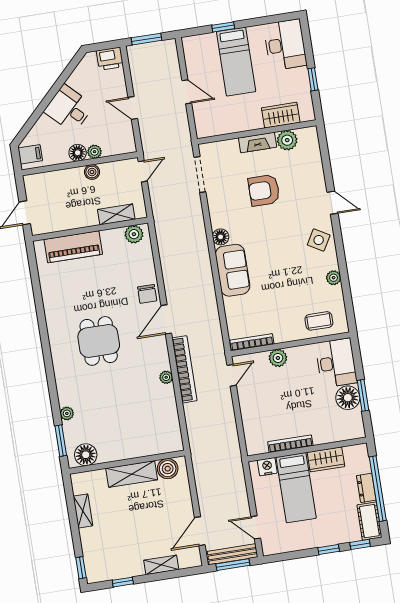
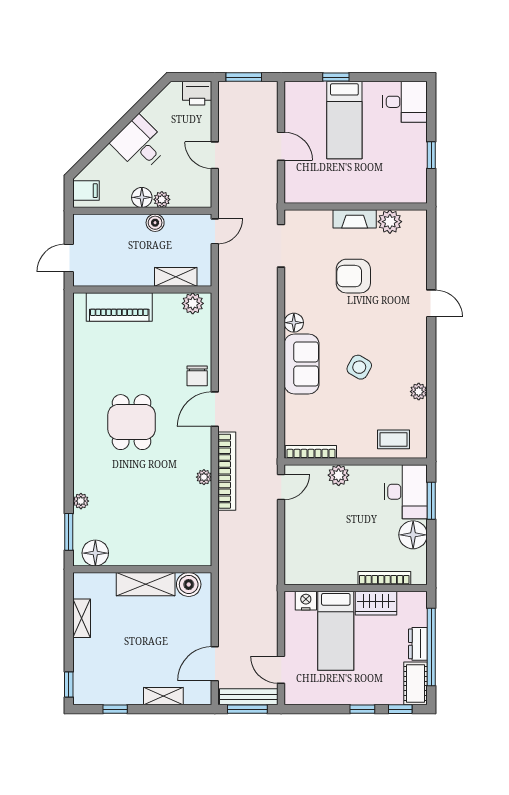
desk: (285, 45) -> (405, 102), width x0.73
wardrobe: (281, 115) -> (387, 191), removed
side table: (319, 240) -> (359, 367), moved
window: (363, 395) -> (431, 501), moved
bookcase: (290, 444) -> (384, 578), moved

